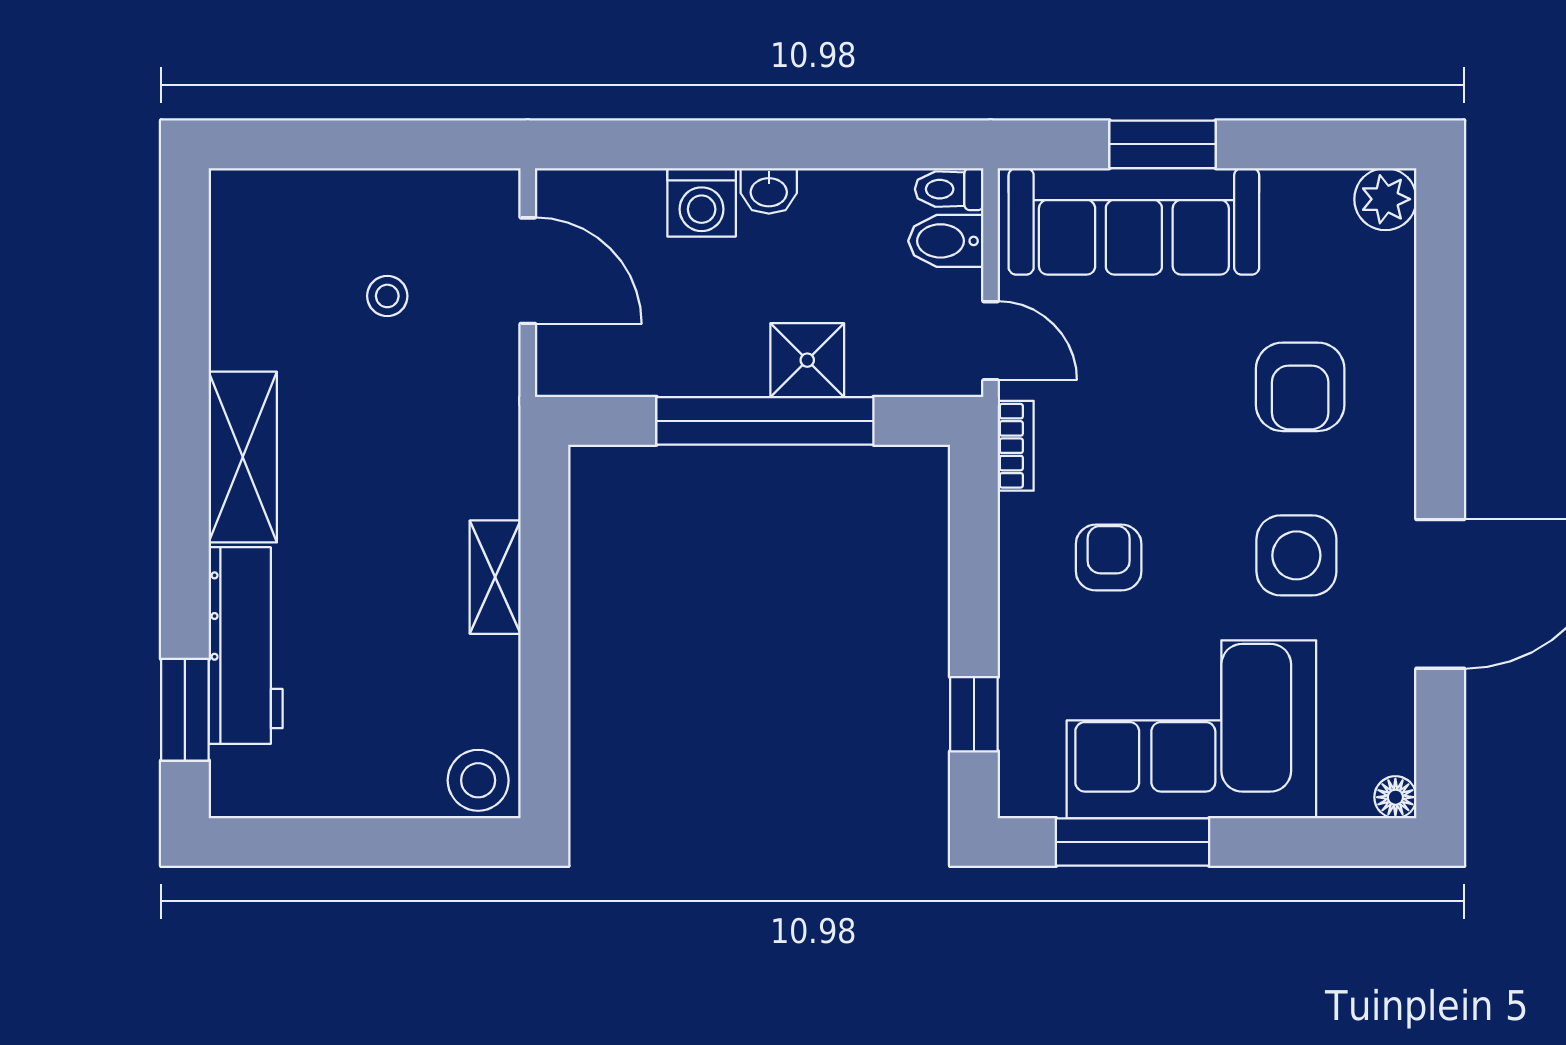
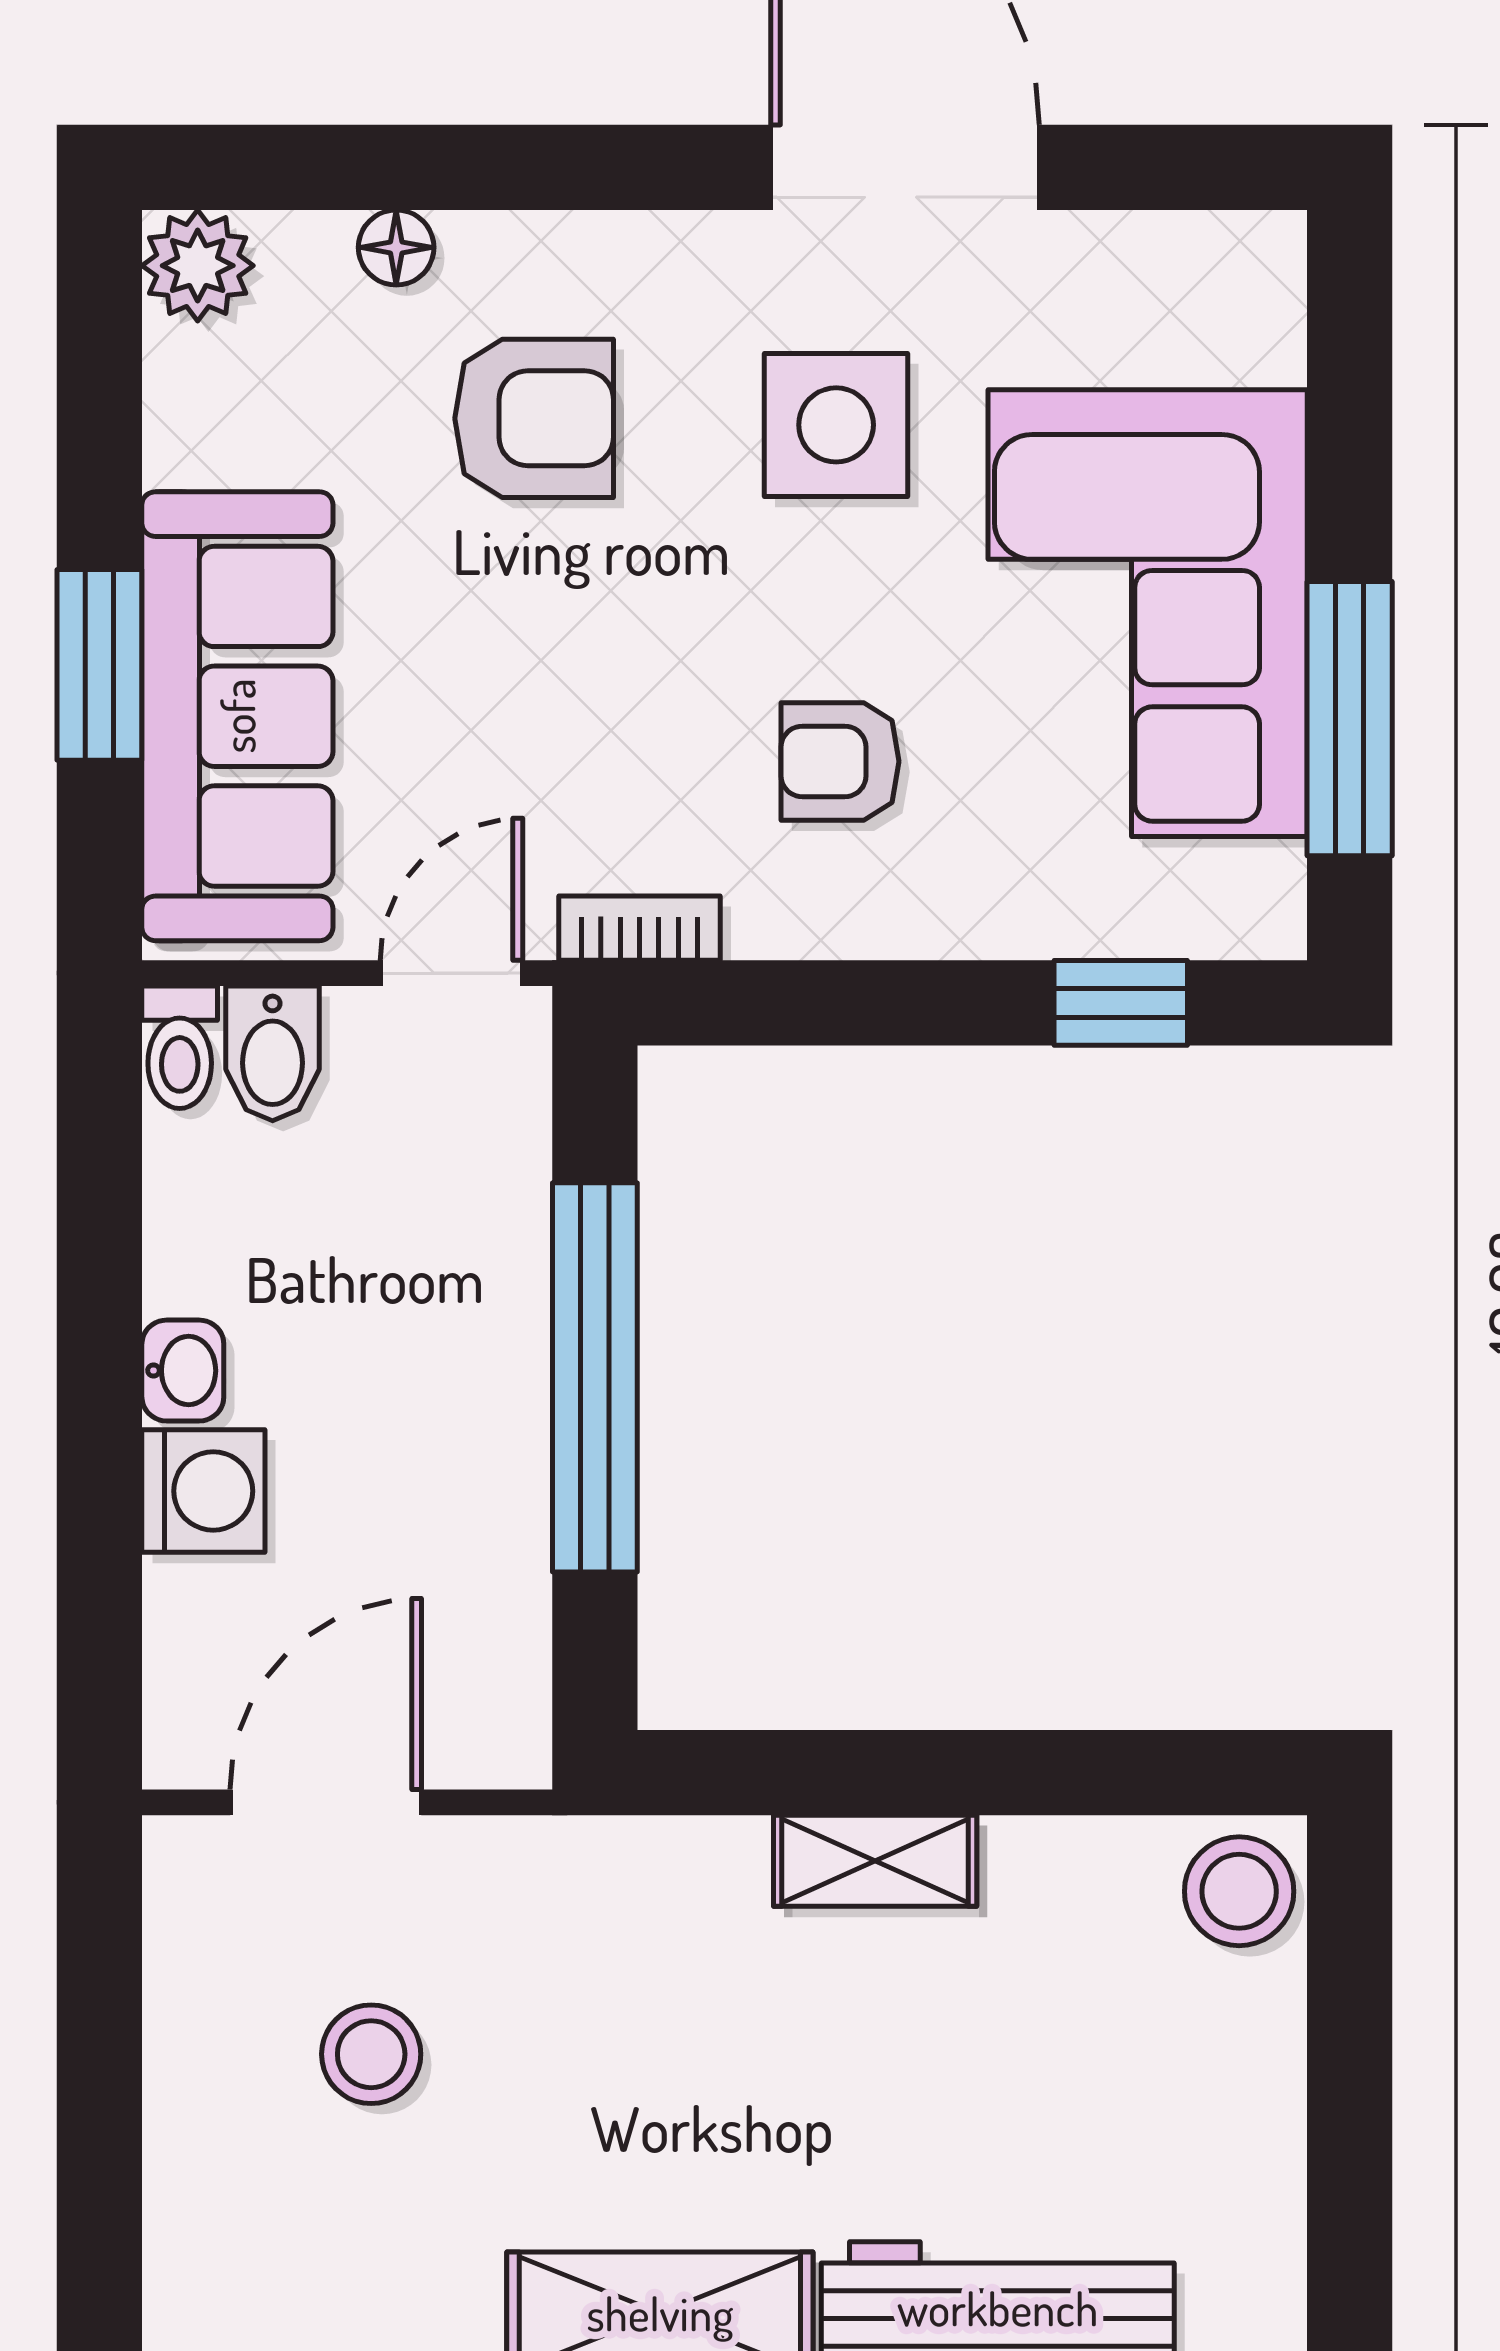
stool: (387, 296) -> (371, 2054), width x1.37, depth x1.37
shower: (807, 360) -> (486, 1302), removed
floor lamp: (1395, 797) -> (396, 247), moved

